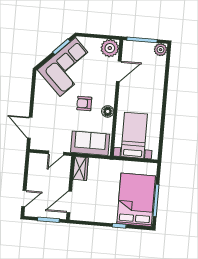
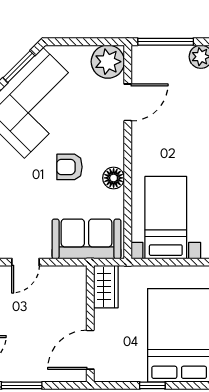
wardrobe: (81, 168) -> (106, 287), moved
wall: (70, 188) -> (90, 324), moved
door: (69, 202) -> (90, 350), moved

